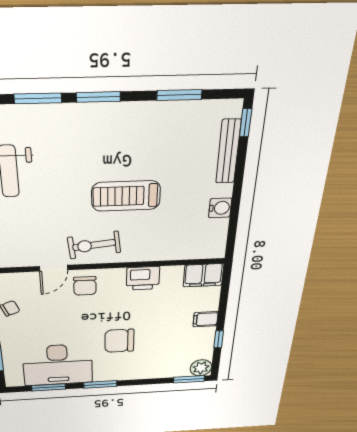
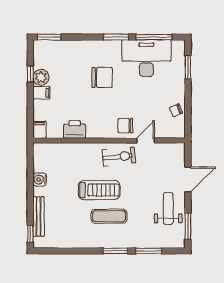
window: (179, 95) -> (70, 251), removed
exercise mat: (110, 156) -> (109, 216), added
filing cabinet: (203, 275) -> (40, 130), width x0.50
printer: (143, 278) -> (75, 129), moved
chair: (85, 286) -> (125, 126), turned -90
plant: (201, 368) -> (41, 77), moved
window: (49, 387) -> (154, 37), width x1.44

